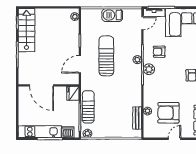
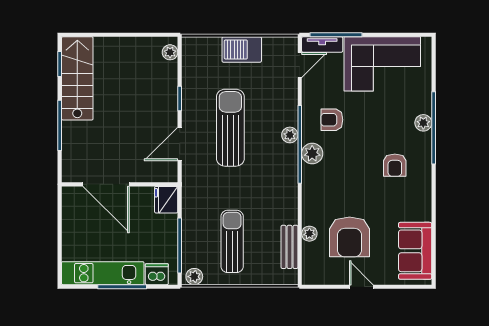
sun lounger: (88, 107) -> (232, 241), moved
armchair: (168, 113) -> (350, 237), turned -90
door: (175, 139) -> (361, 287), hinge flipped

